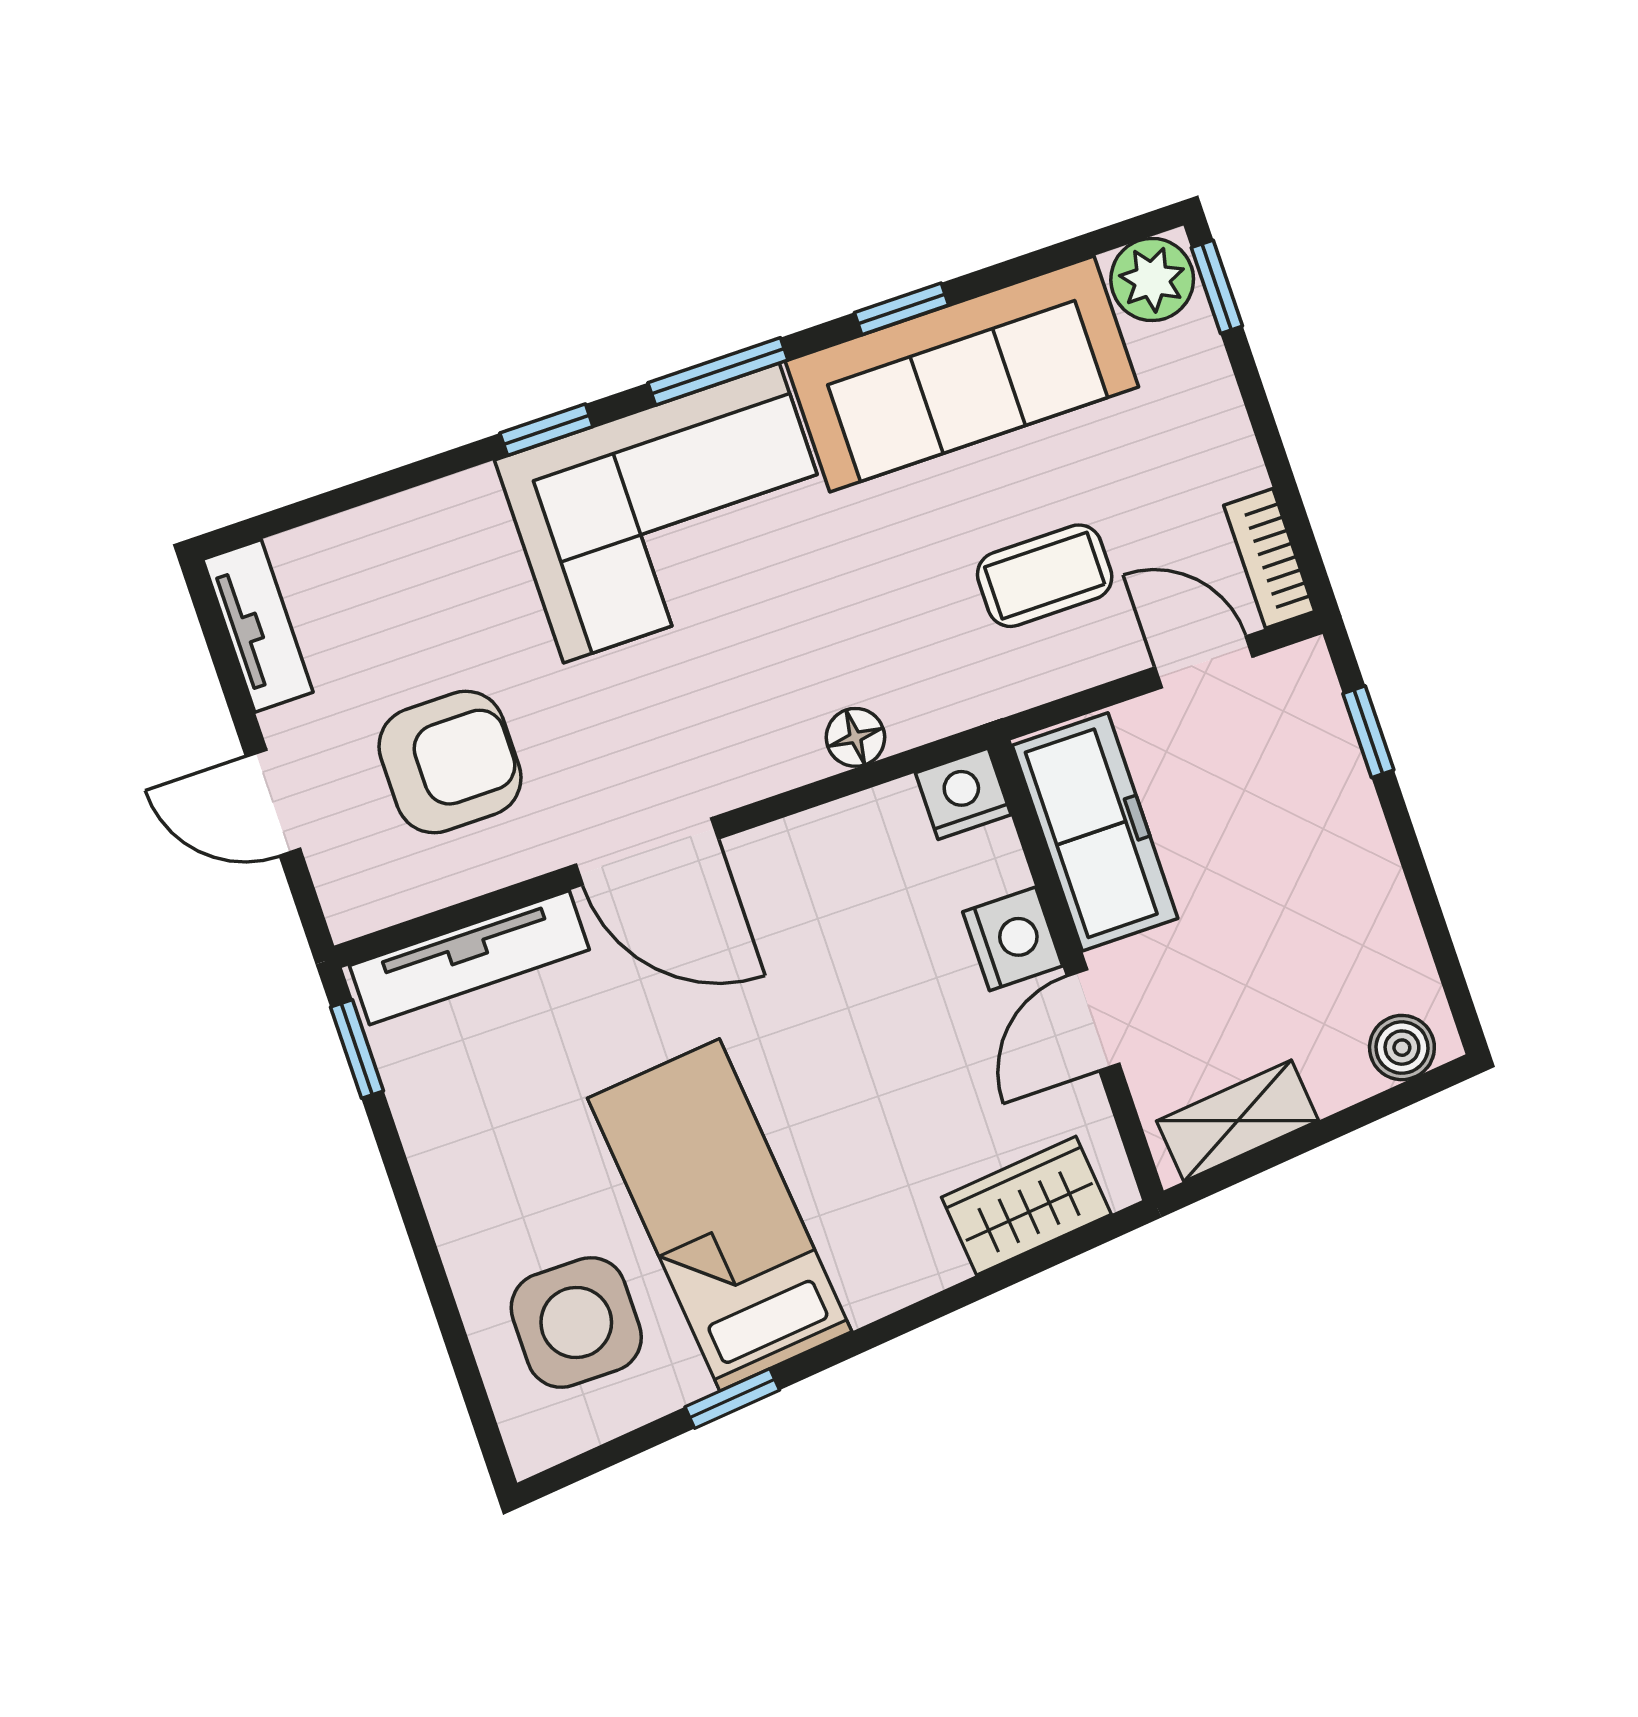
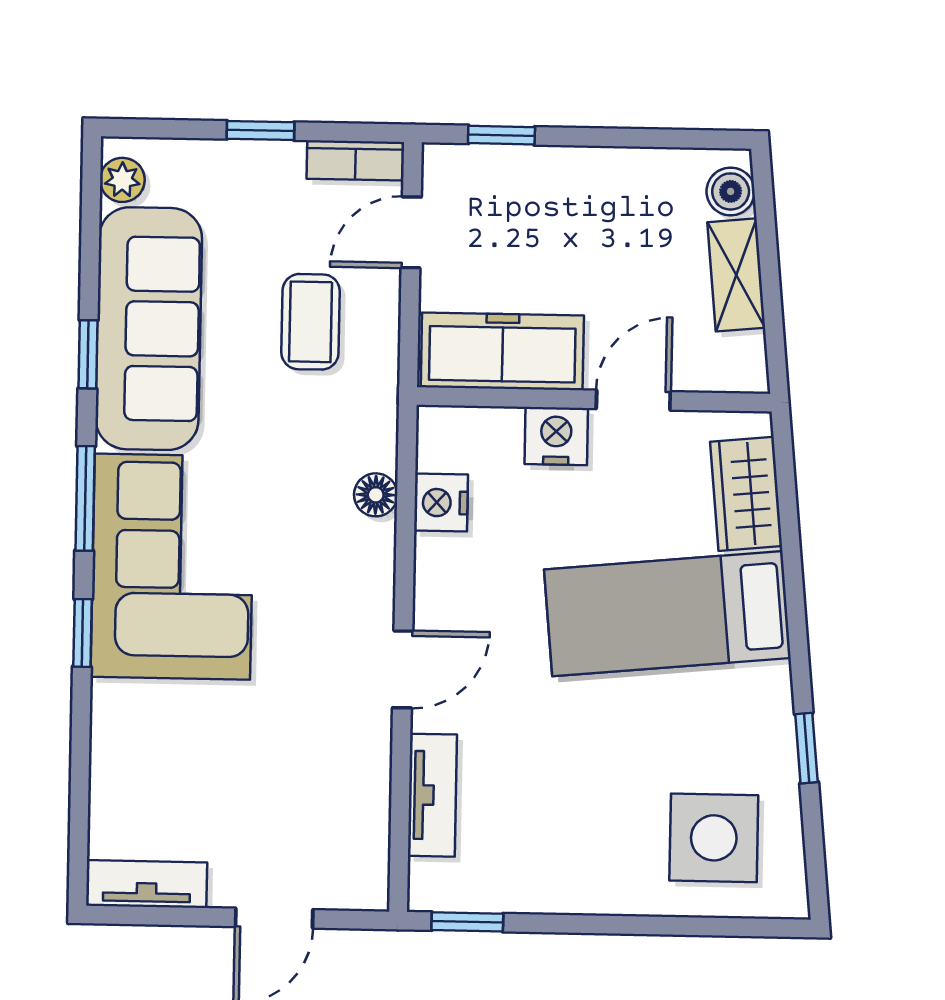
plant: (1152, 279) -> (122, 180), width x0.73, depth x0.73
window: (1217, 287) -> (260, 130), moved
armchair: (450, 762) -> (290, 784), removed
nightstand: (963, 794) -> (441, 503), moved
door: (647, 852) -> (403, 669), width x0.73
tv unit: (469, 958) -> (432, 795), width x0.71
door: (1093, 1020) -> (633, 400), swing flipped
shelving: (1238, 1121) -> (736, 275), moved
bed: (720, 1215) -> (667, 614), moved

